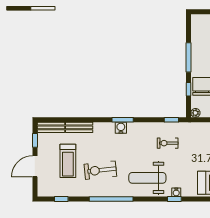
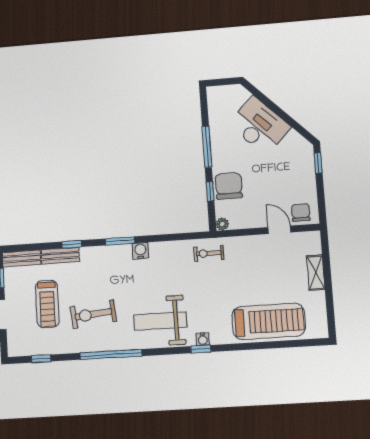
window: (171, 120) -> (72, 244), moved
water cooler: (121, 128) -> (140, 251), moved
exercise bike: (168, 143) -> (209, 253), moved

